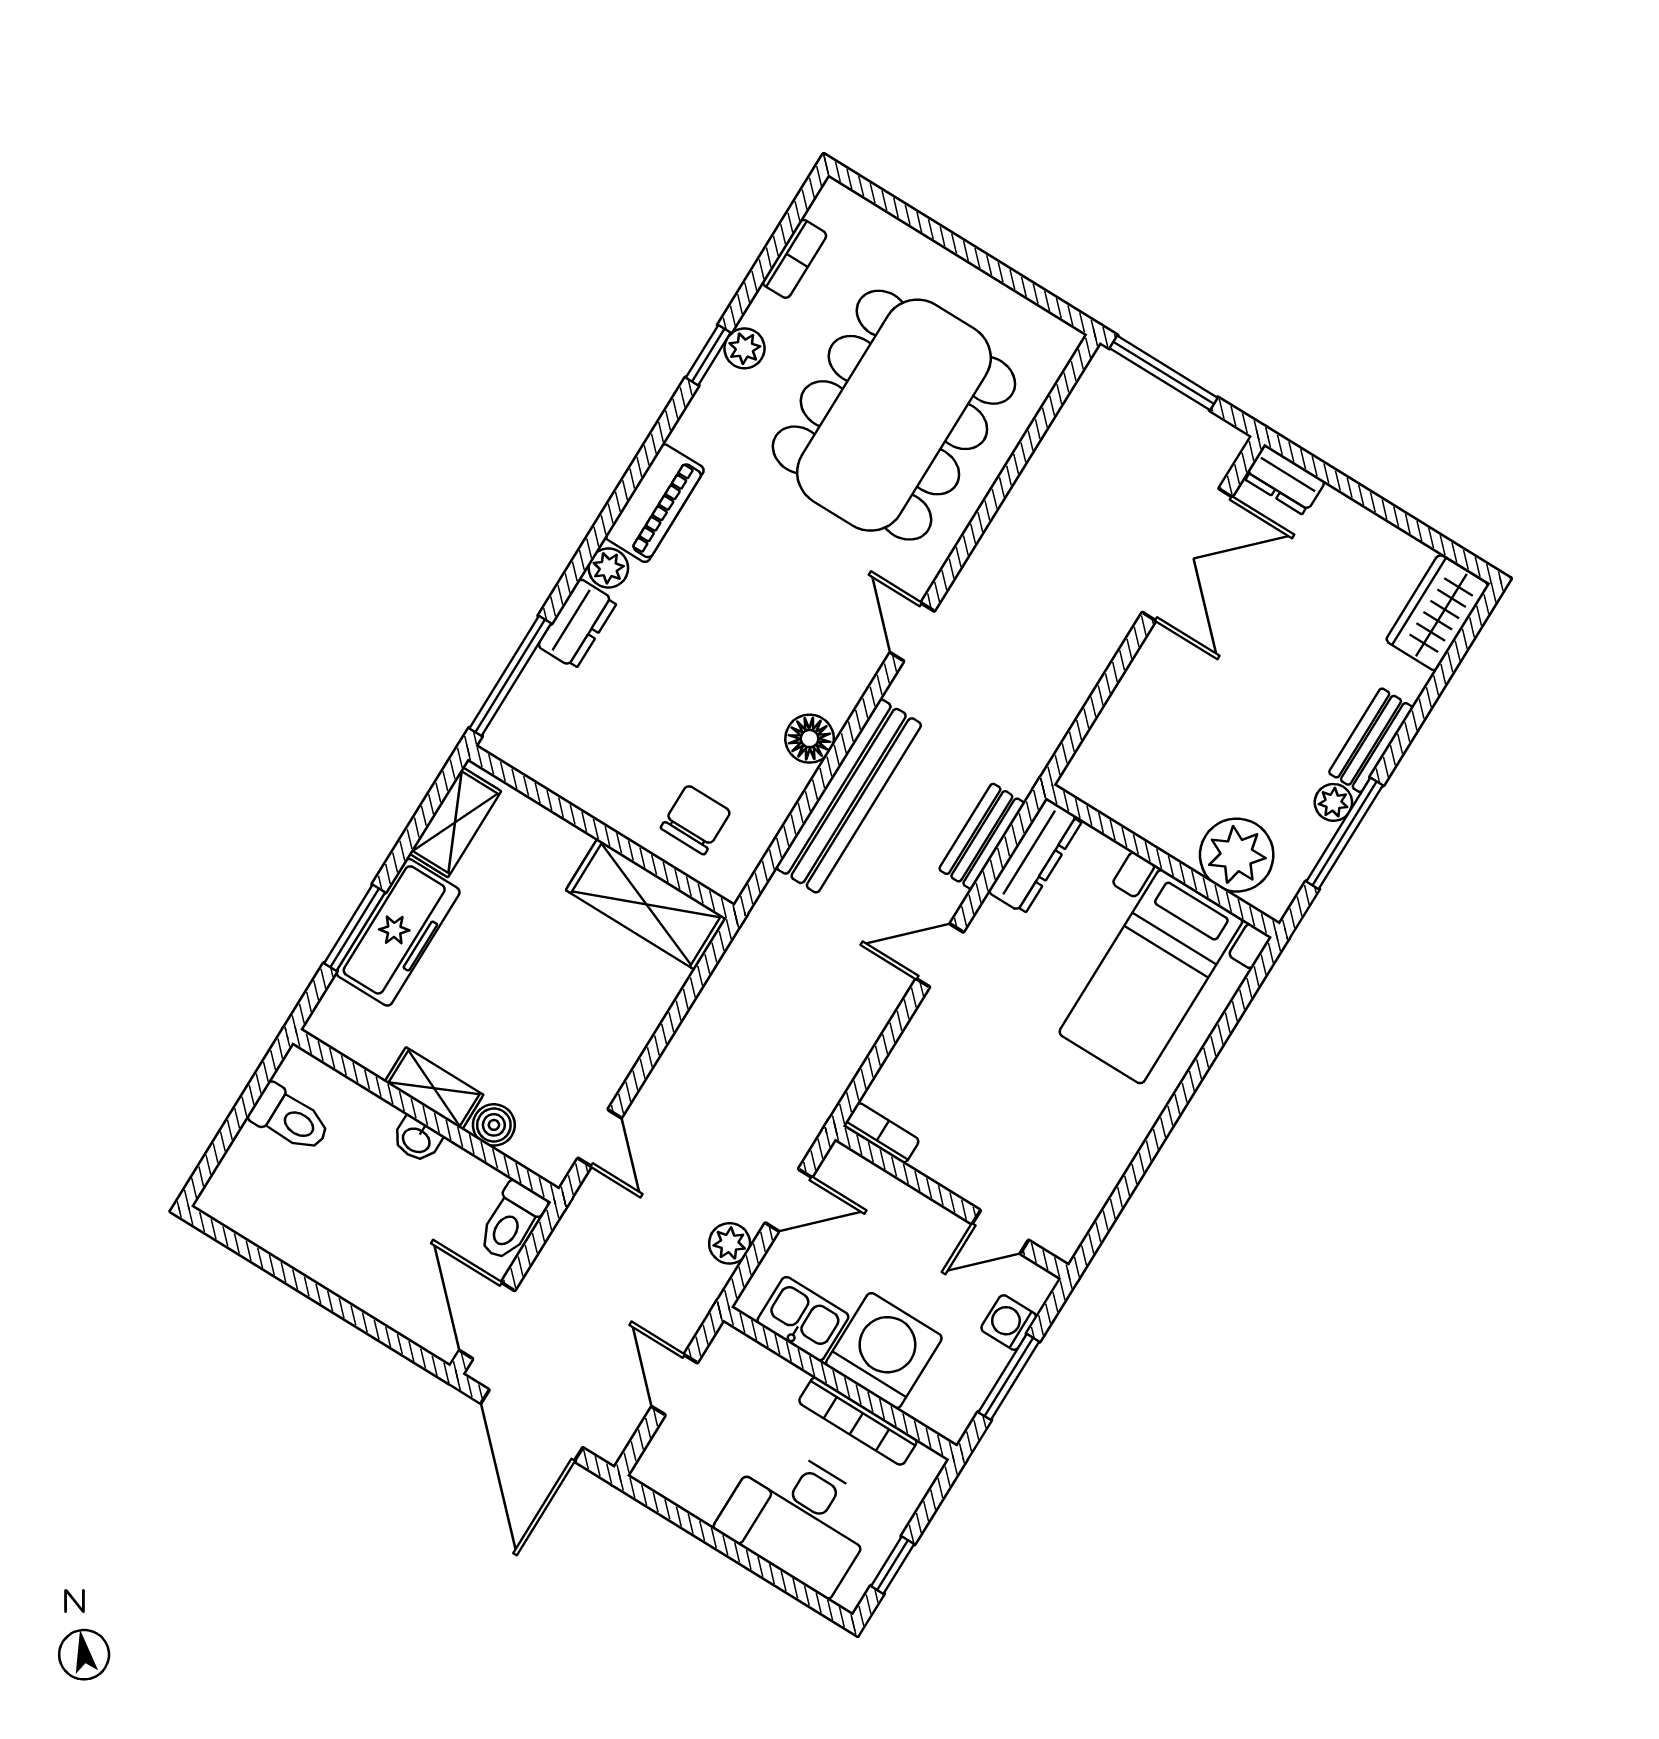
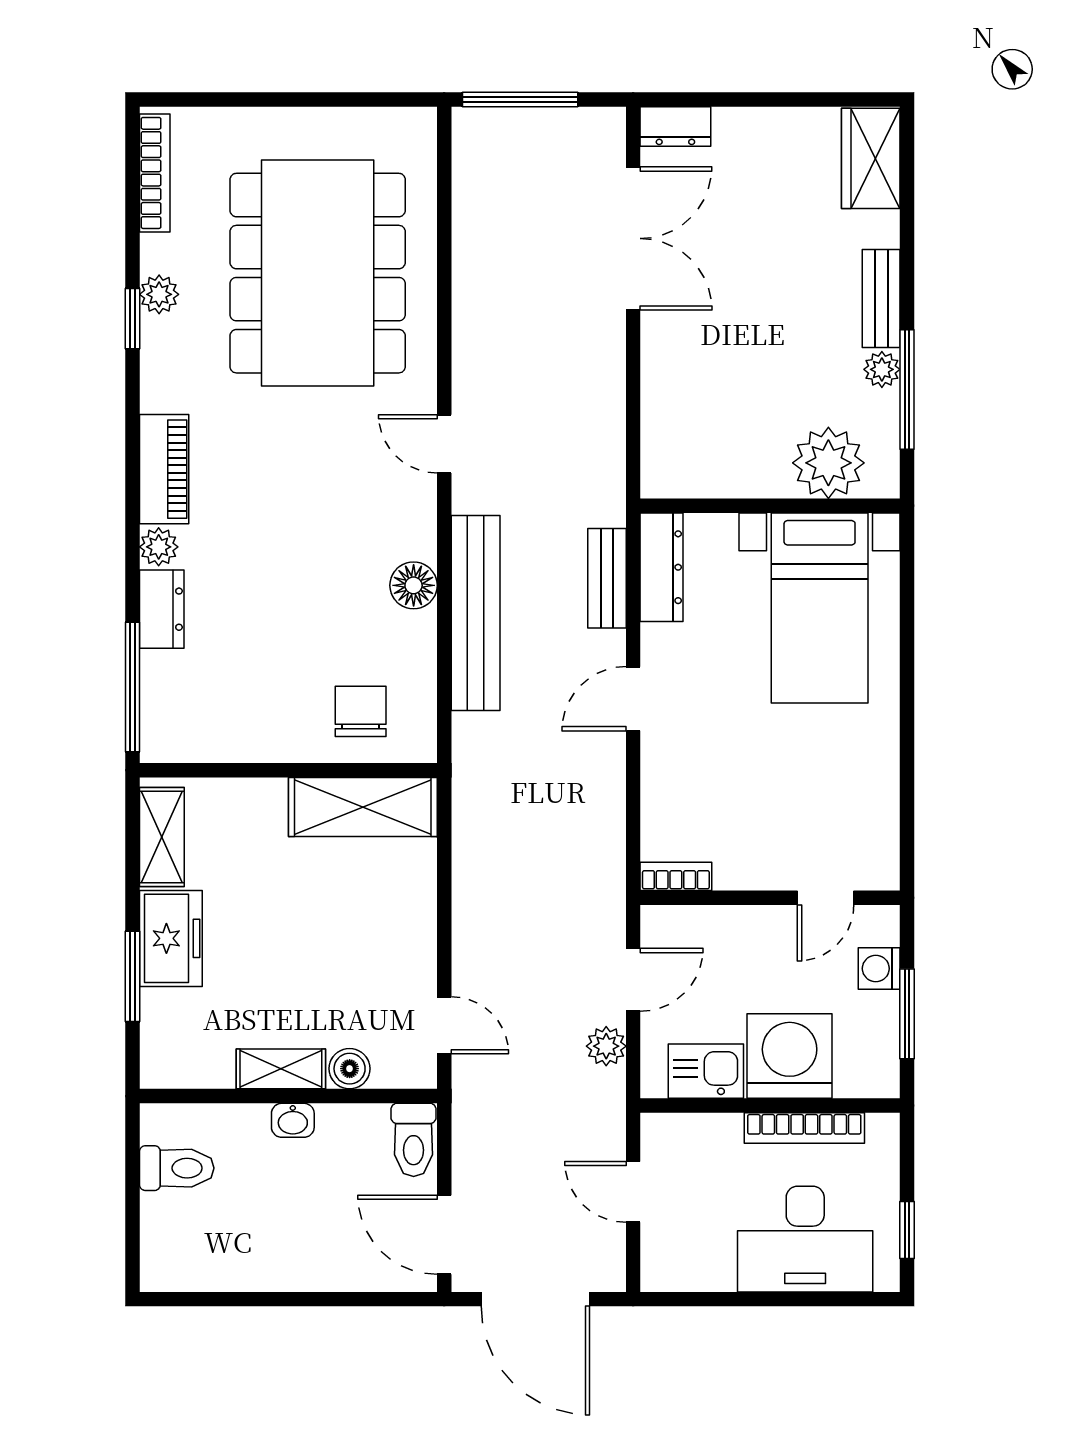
bookcase: (794, 259) -> (155, 173), width x1.56
freezer: (398, 932) -> (171, 938), width x0.71

